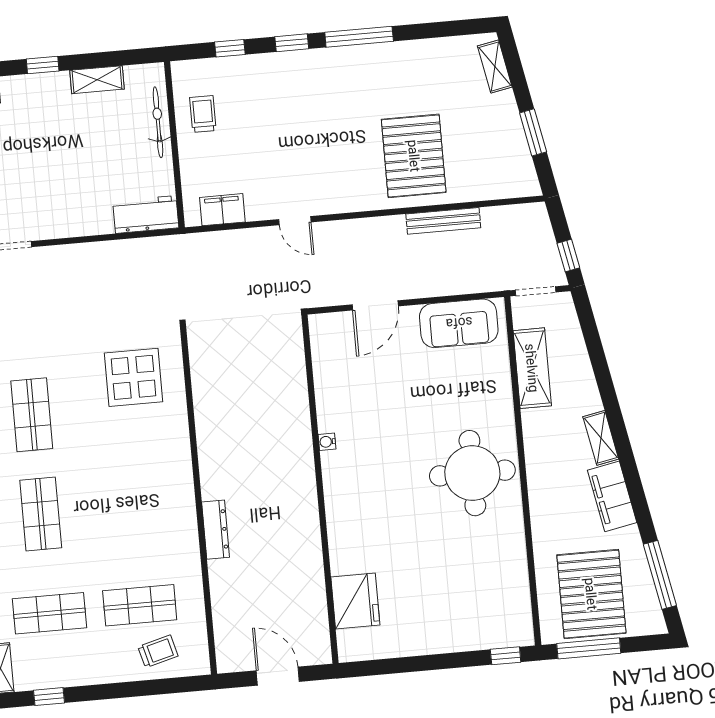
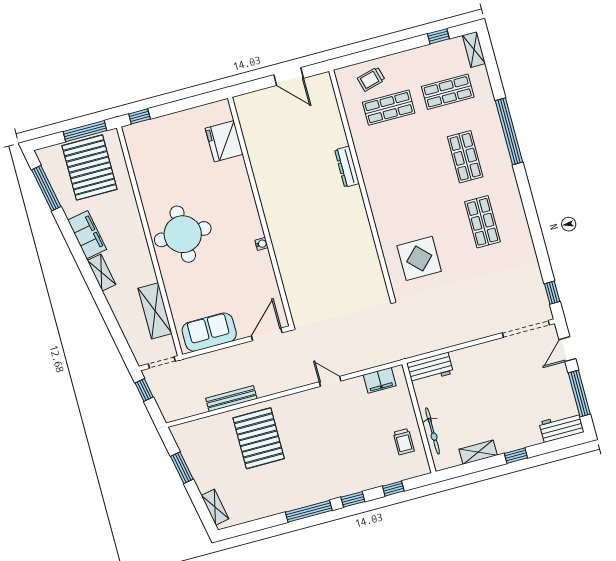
water cooler: (327, 442) -> (261, 244), moved
wall: (320, 489) -> (261, 212), moved
fridge: (355, 601) -> (224, 141), moved

